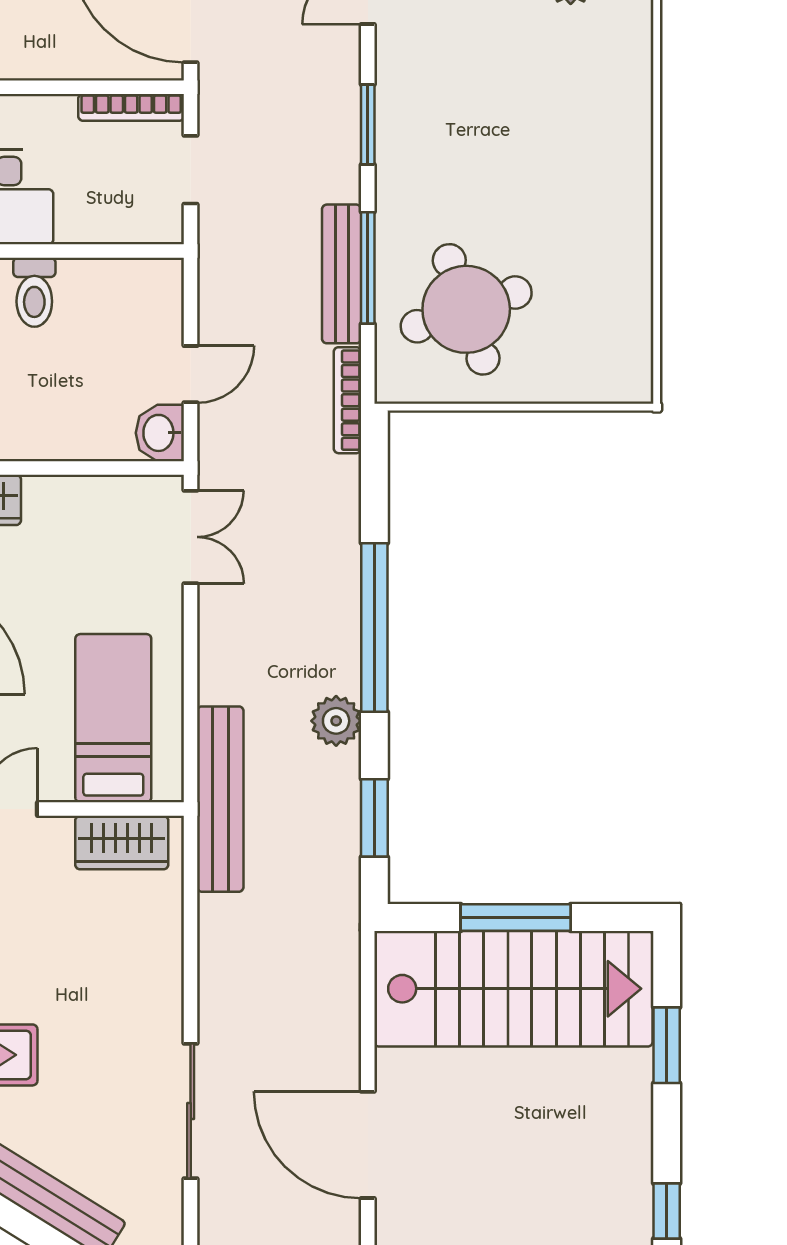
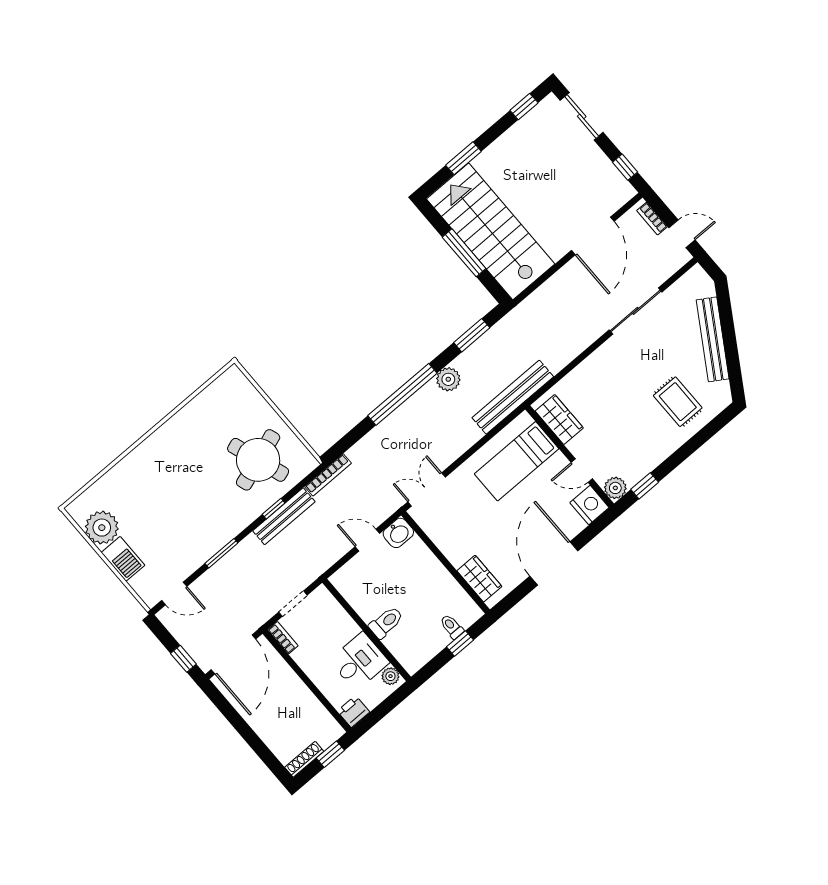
bookcase: (131, 107) -> (283, 638), width x0.64
window: (368, 268) -> (274, 509), width x0.46

